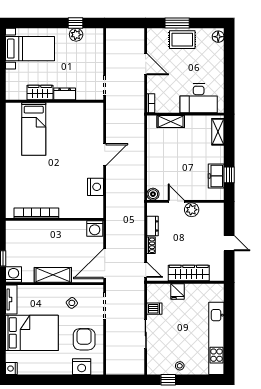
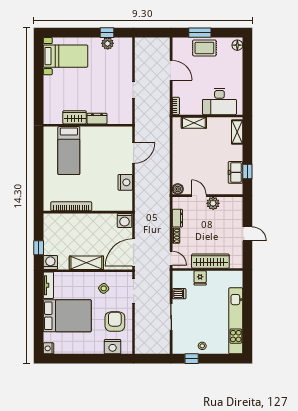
wardrobe: (40, 93) -> (75, 117), moved
dresser: (65, 94) -> (97, 119), moved
wall: (55, 101) -> (88, 125), moved
bed: (34, 129) -> (69, 151), moved

